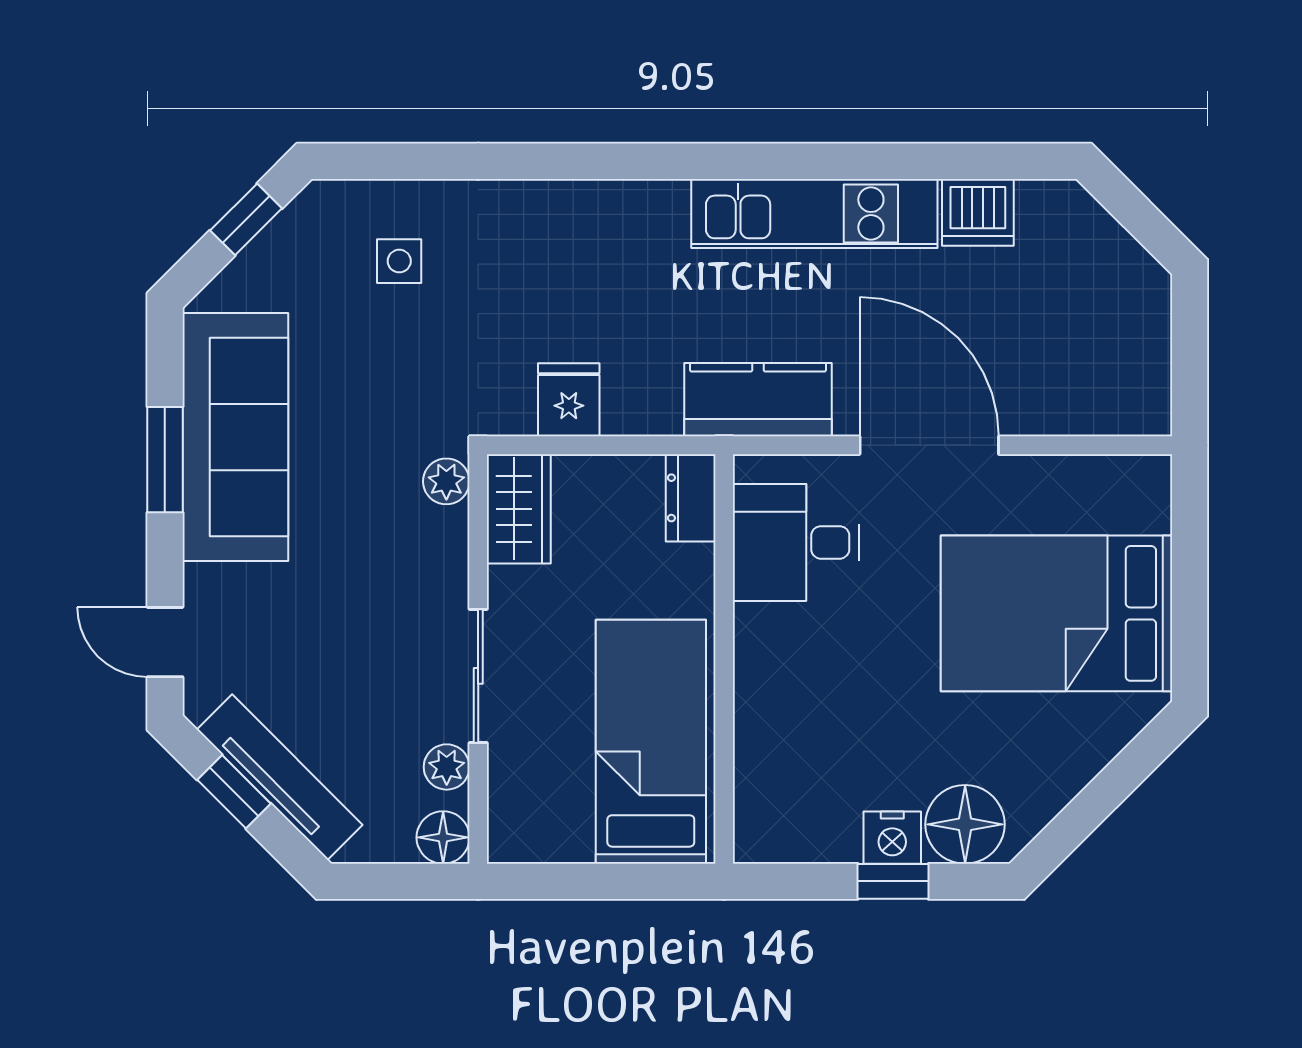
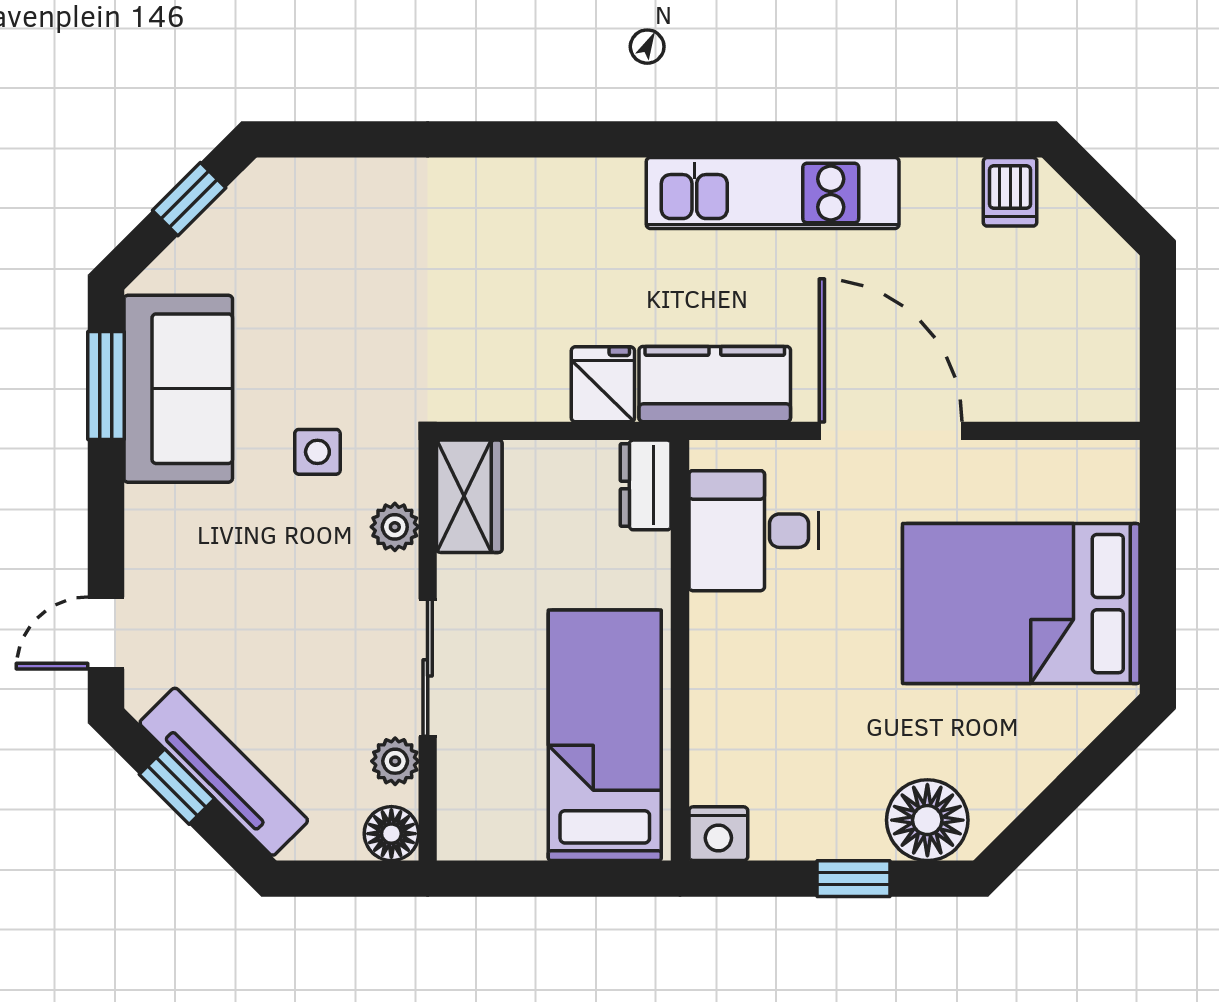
dishwasher: (978, 212) -> (1010, 192), moved, width x0.73
side table: (399, 261) -> (317, 452), moved
fridge: (569, 400) -> (603, 384), moved
sofa: (235, 437) -> (178, 389), width x0.73
window: (165, 460) -> (106, 386), moved
plant: (446, 481) -> (395, 527), moved
door: (165, 642) -> (106, 633), hinge flipped
nightstand: (892, 838) -> (718, 834), moved

